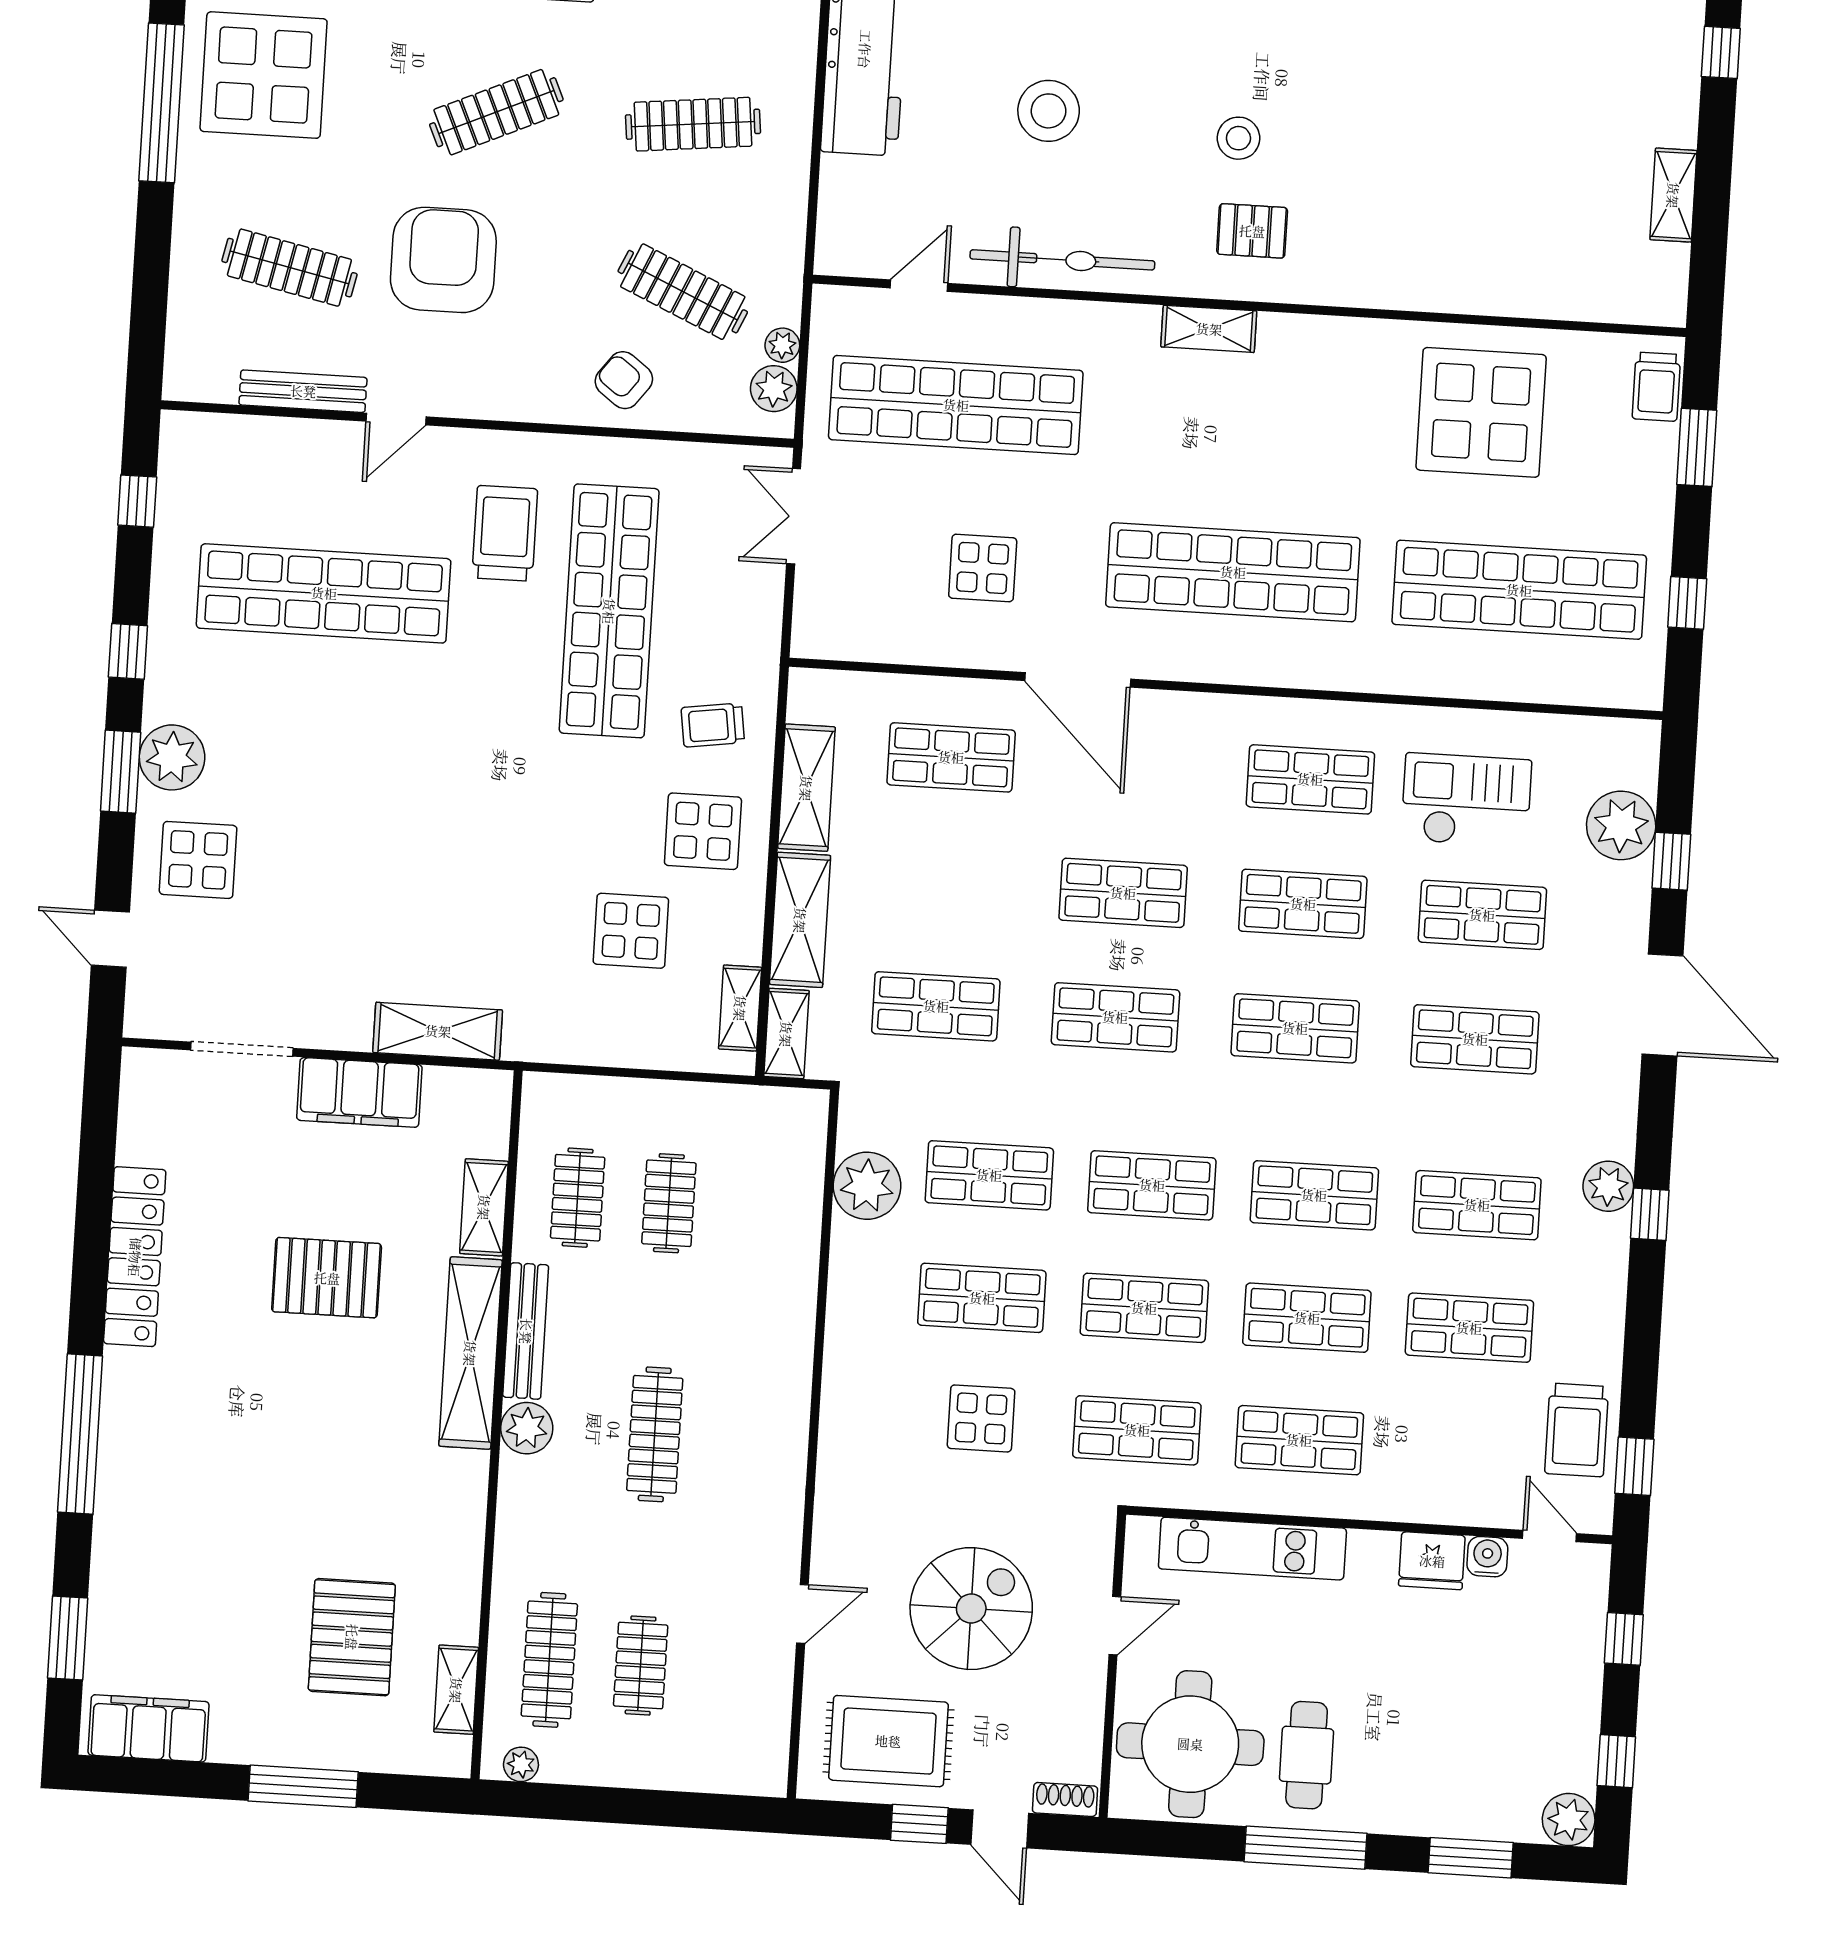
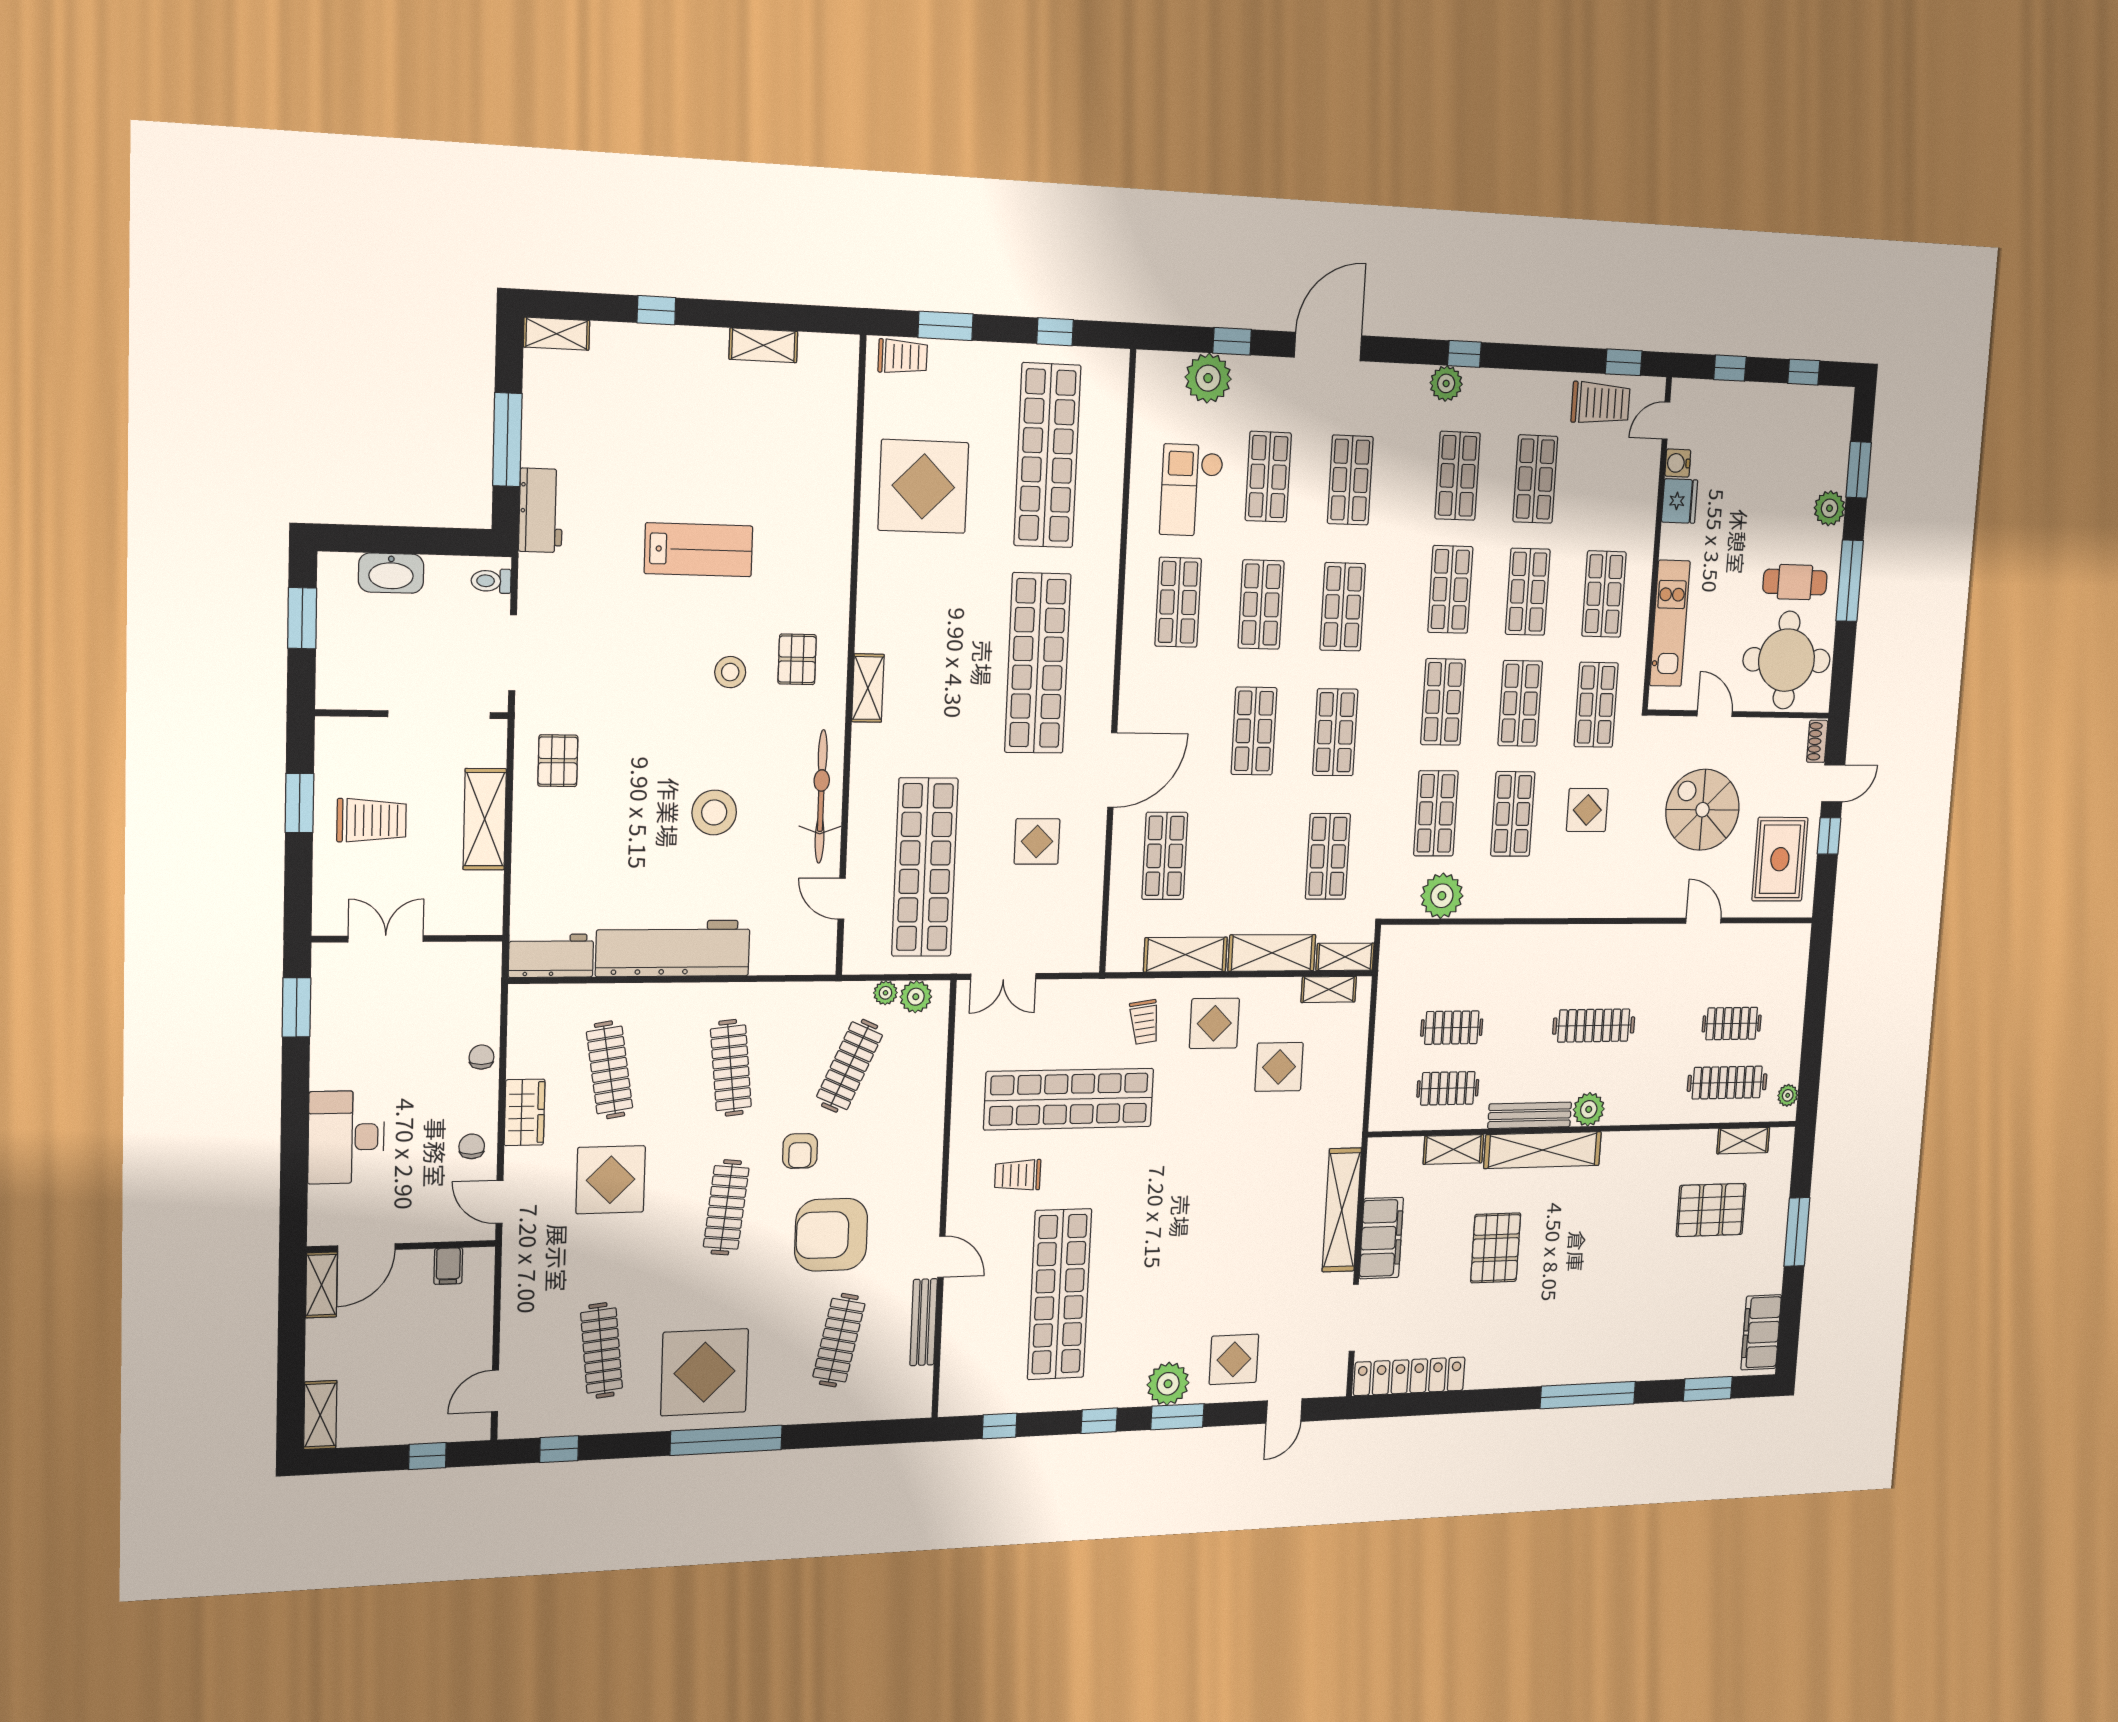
lab bench: (1404, 100) -> (699, 550), added
clothes rail: (496, 112) -> (726, 1207), turned 30
armchair: (624, 380) -> (800, 1151), moved, turned -37
trolley: (505, 533) -> (1018, 1175), width x0.73, depth x0.72
shelving: (438, 1031) -> (1342, 1210), width x1.47
locker: (135, 1257) -> (1409, 1376), moved
plant: (1569, 1820) -> (1830, 508), moved

